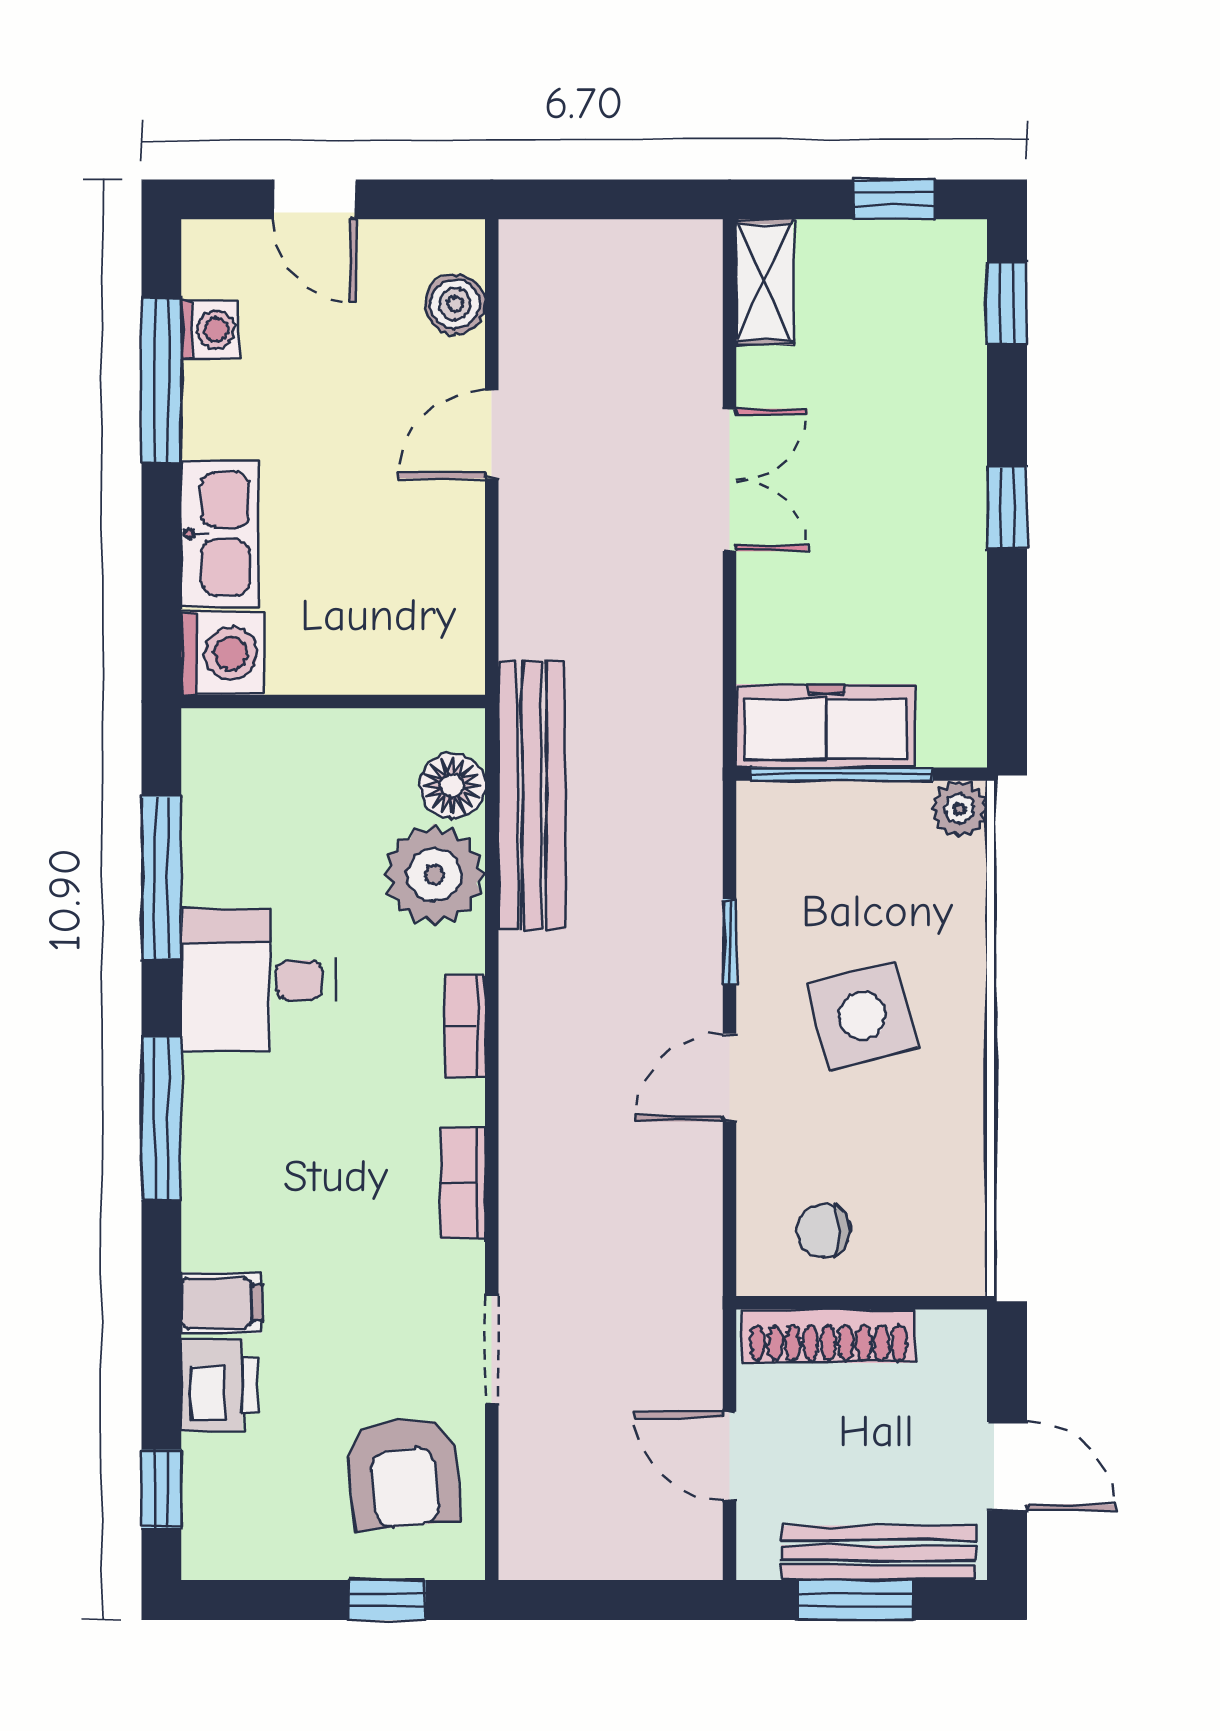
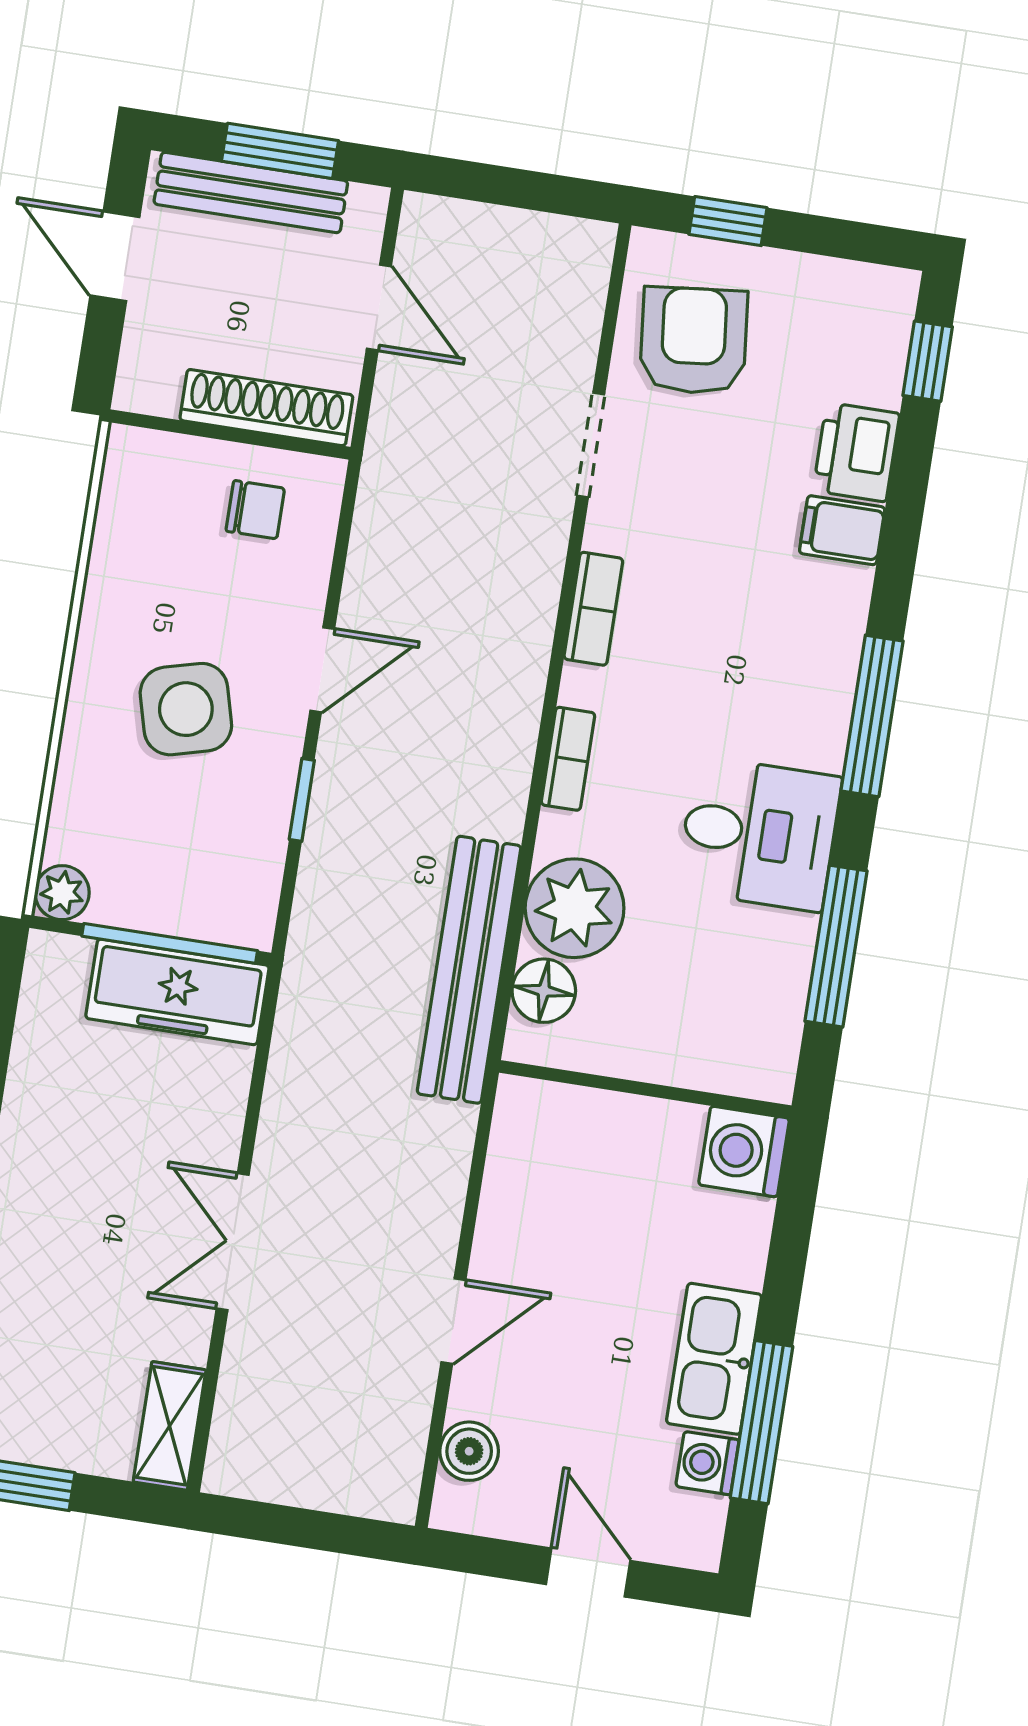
kitchen sink: (220, 534) -> (714, 1359), moved

